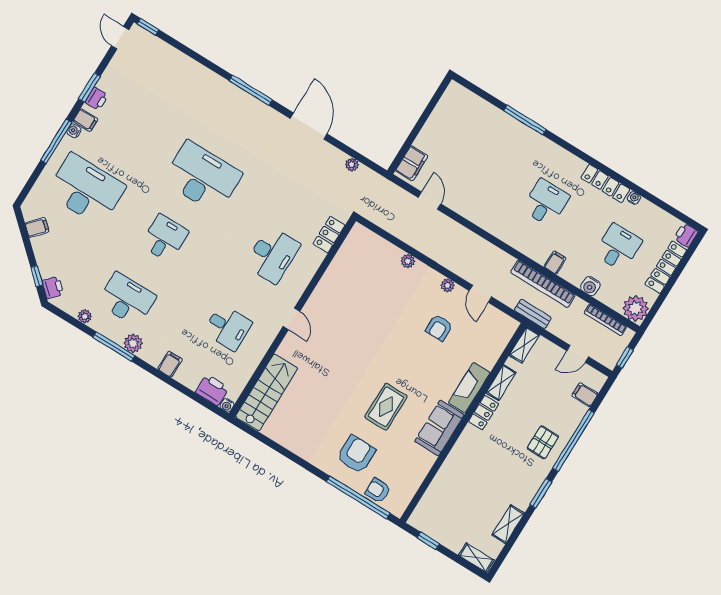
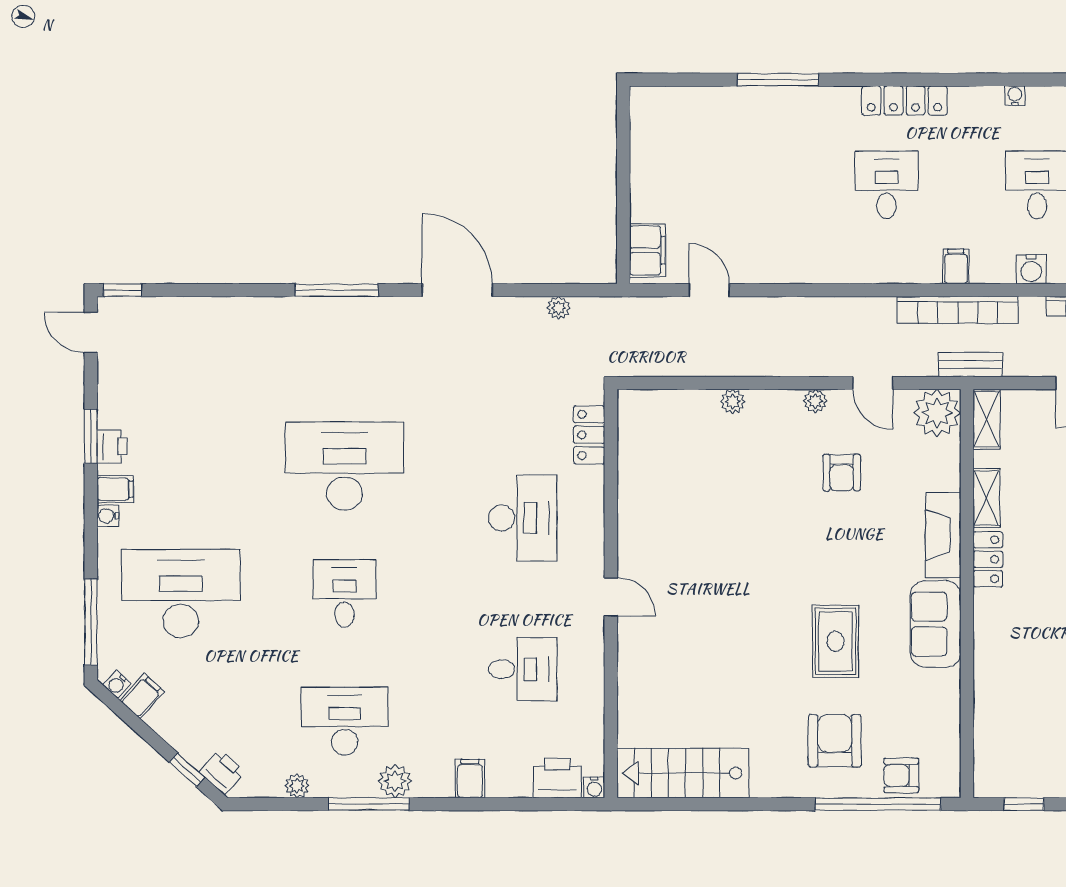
window: (56, 141) -> (91, 622), moved
locker: (605, 183) -> (904, 100), moved
water cooler: (28, 214) -> (117, 684), added
plant: (502, 327) -> (937, 413), added
stairs: (267, 392) -> (683, 773), moved, turned -90

